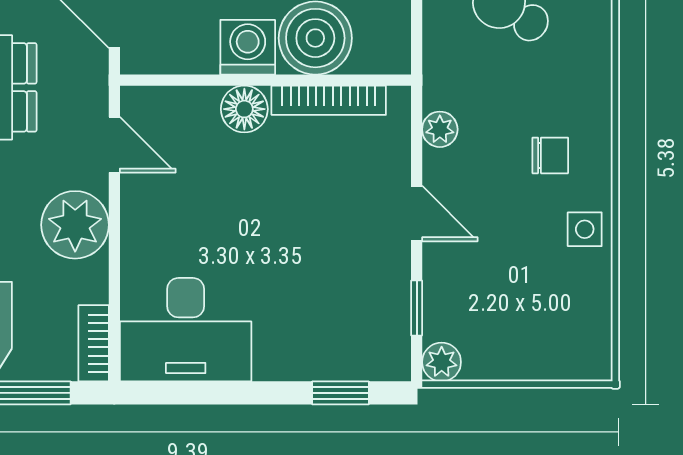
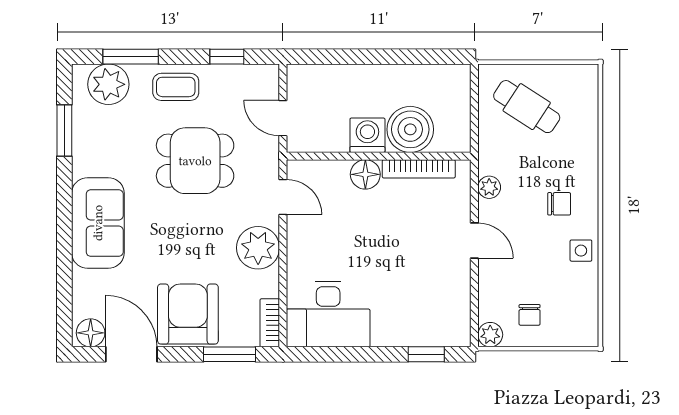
window: (417, 308) -> (474, 300), removed
chair: (504, 331) -> (530, 315), added

